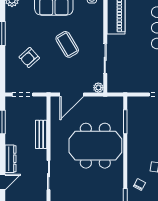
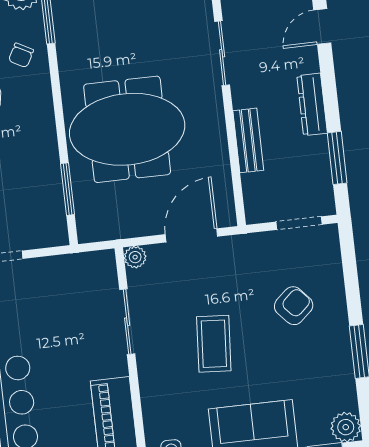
coffee table: (67, 44) -> (214, 344), turned 35
dresser: (11, 159) -> (312, 104), moved

